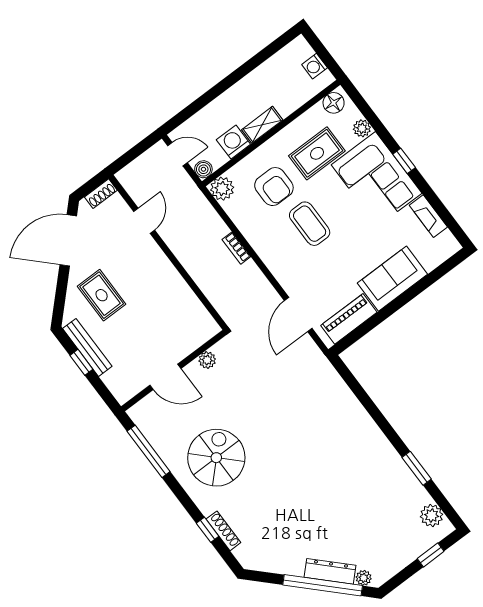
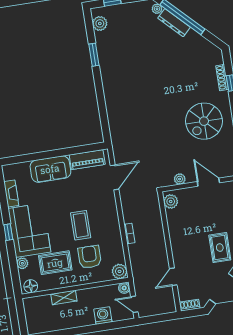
washing machine: (315, 66) -> (30, 313), removed
shelving: (262, 125) -> (64, 297), moved
washing machine: (233, 142) -> (103, 316), moved, turned 180
plant: (203, 323) -> (171, 201), added

